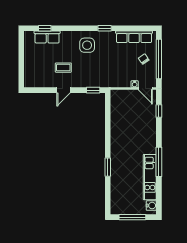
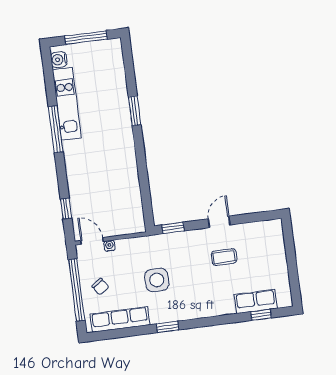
side table: (87, 45) -> (157, 280), moved

